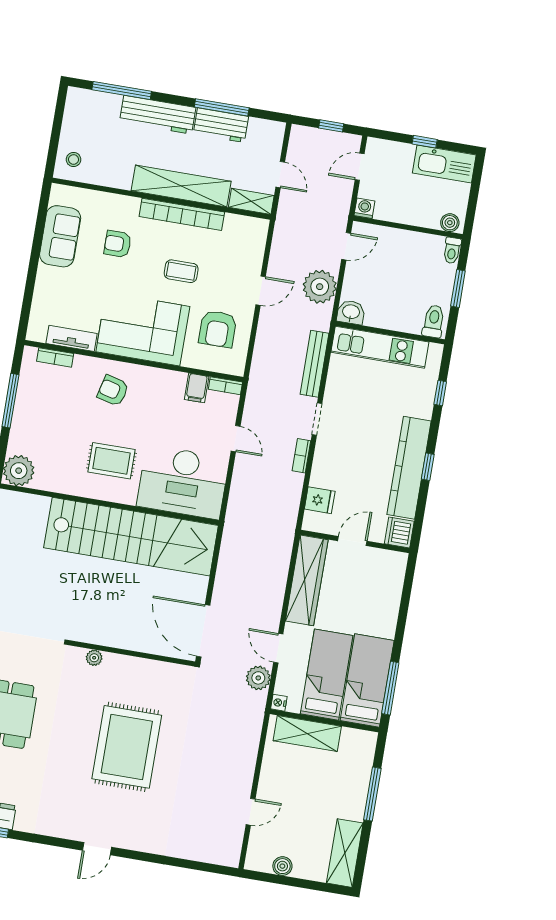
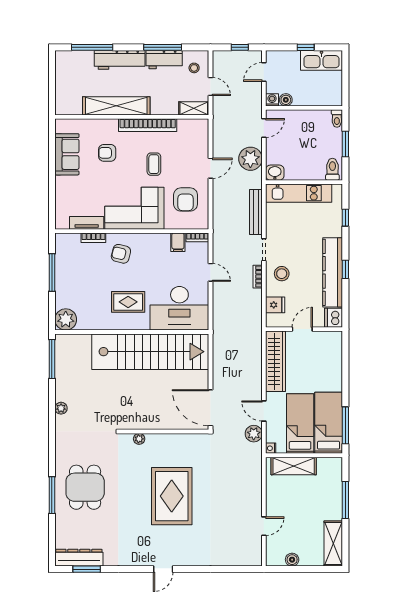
stool: (74, 159) -> (194, 68), moved
shelving: (181, 186) -> (116, 106), moved
boiler: (450, 223) -> (286, 100), moved
coffee table: (181, 271) -> (154, 164), turned 90
bookcase: (55, 357) -> (93, 238), moved
stool: (336, 457) -> (282, 274), added

